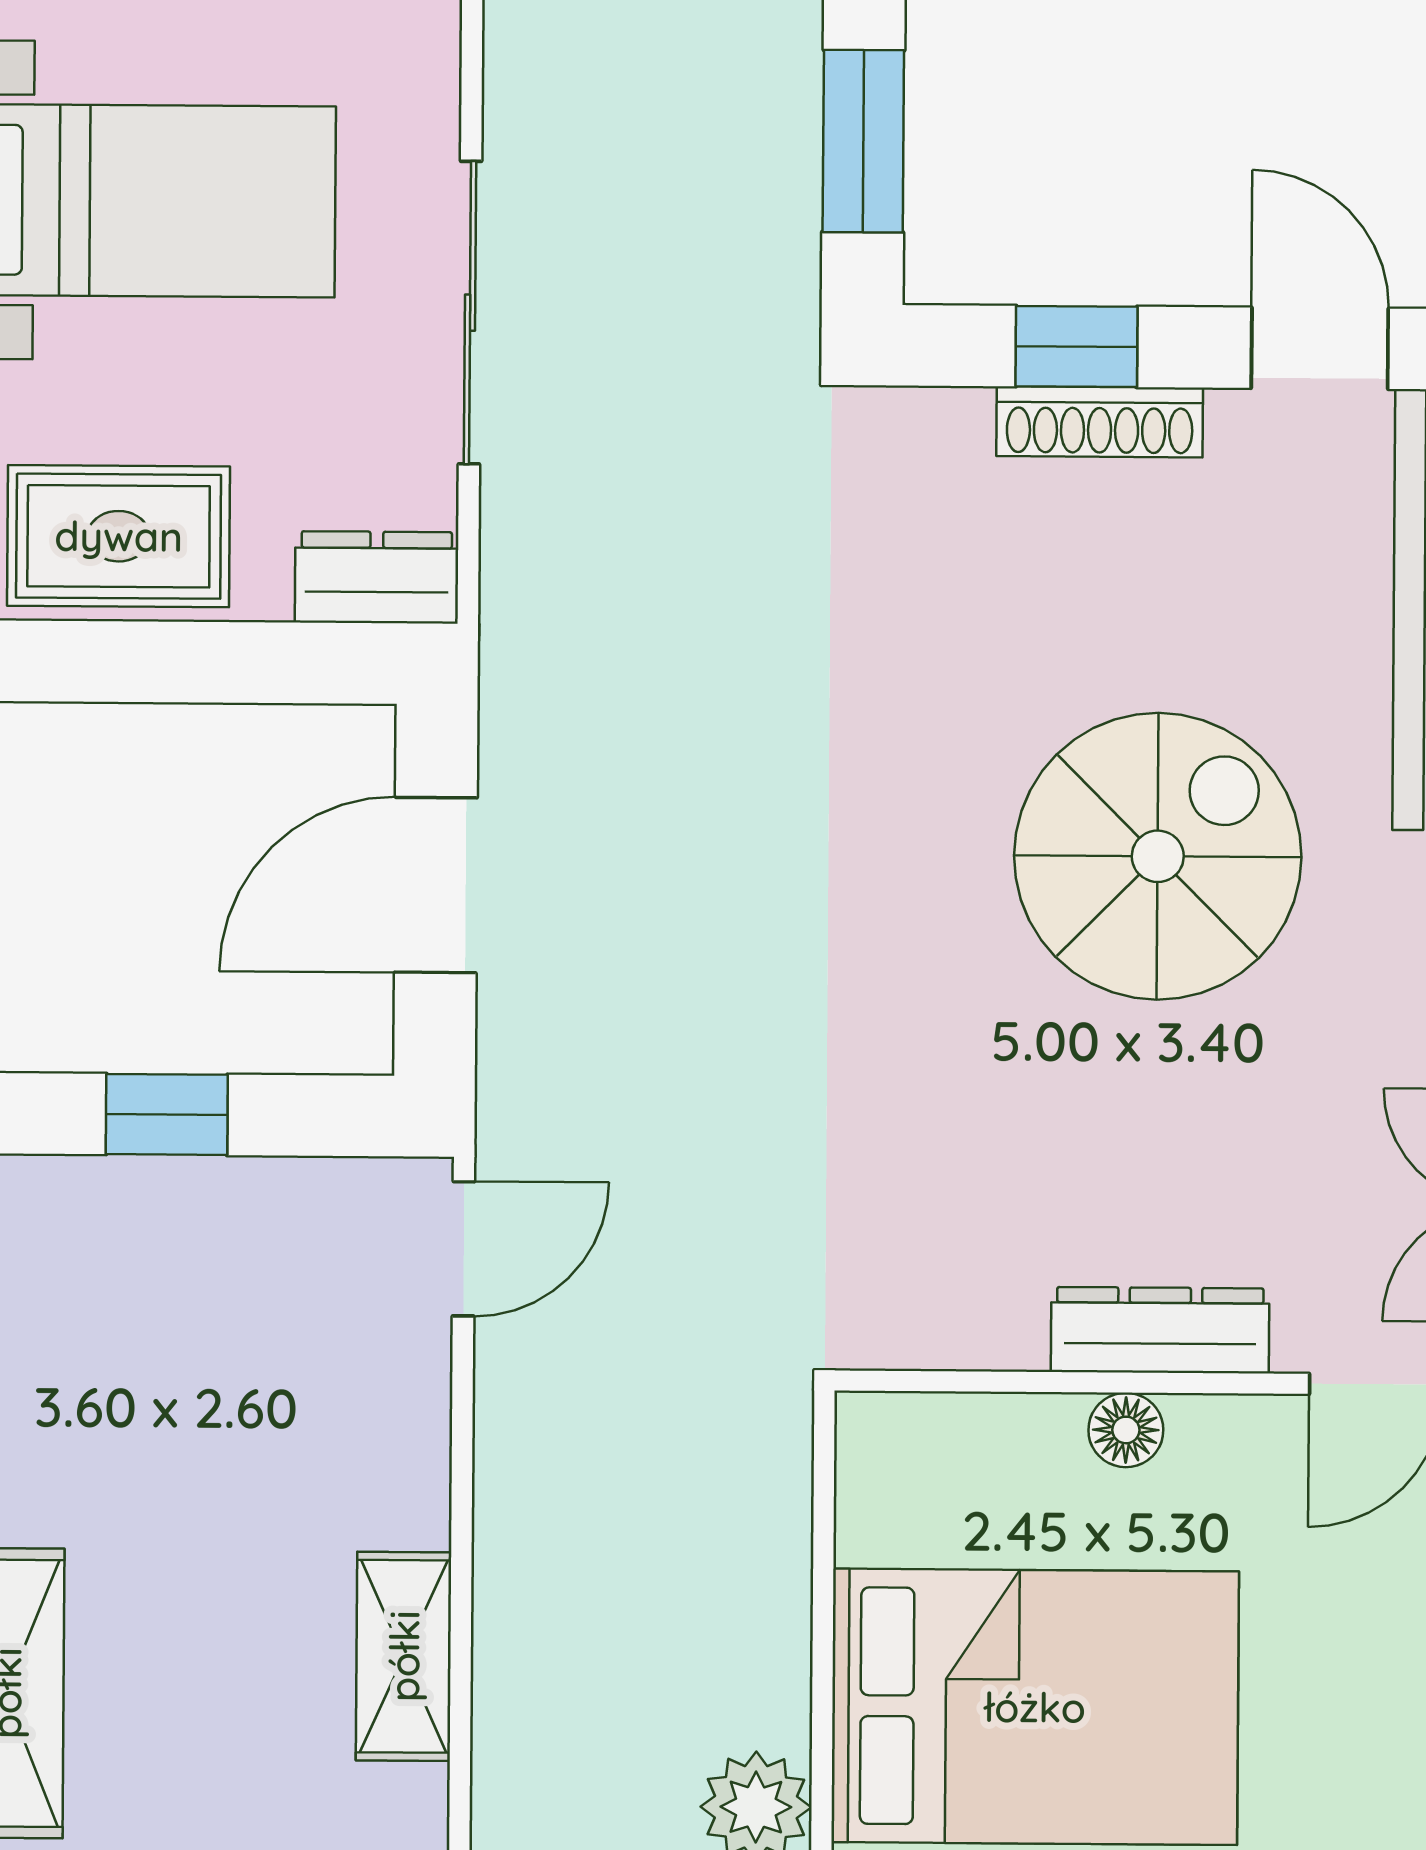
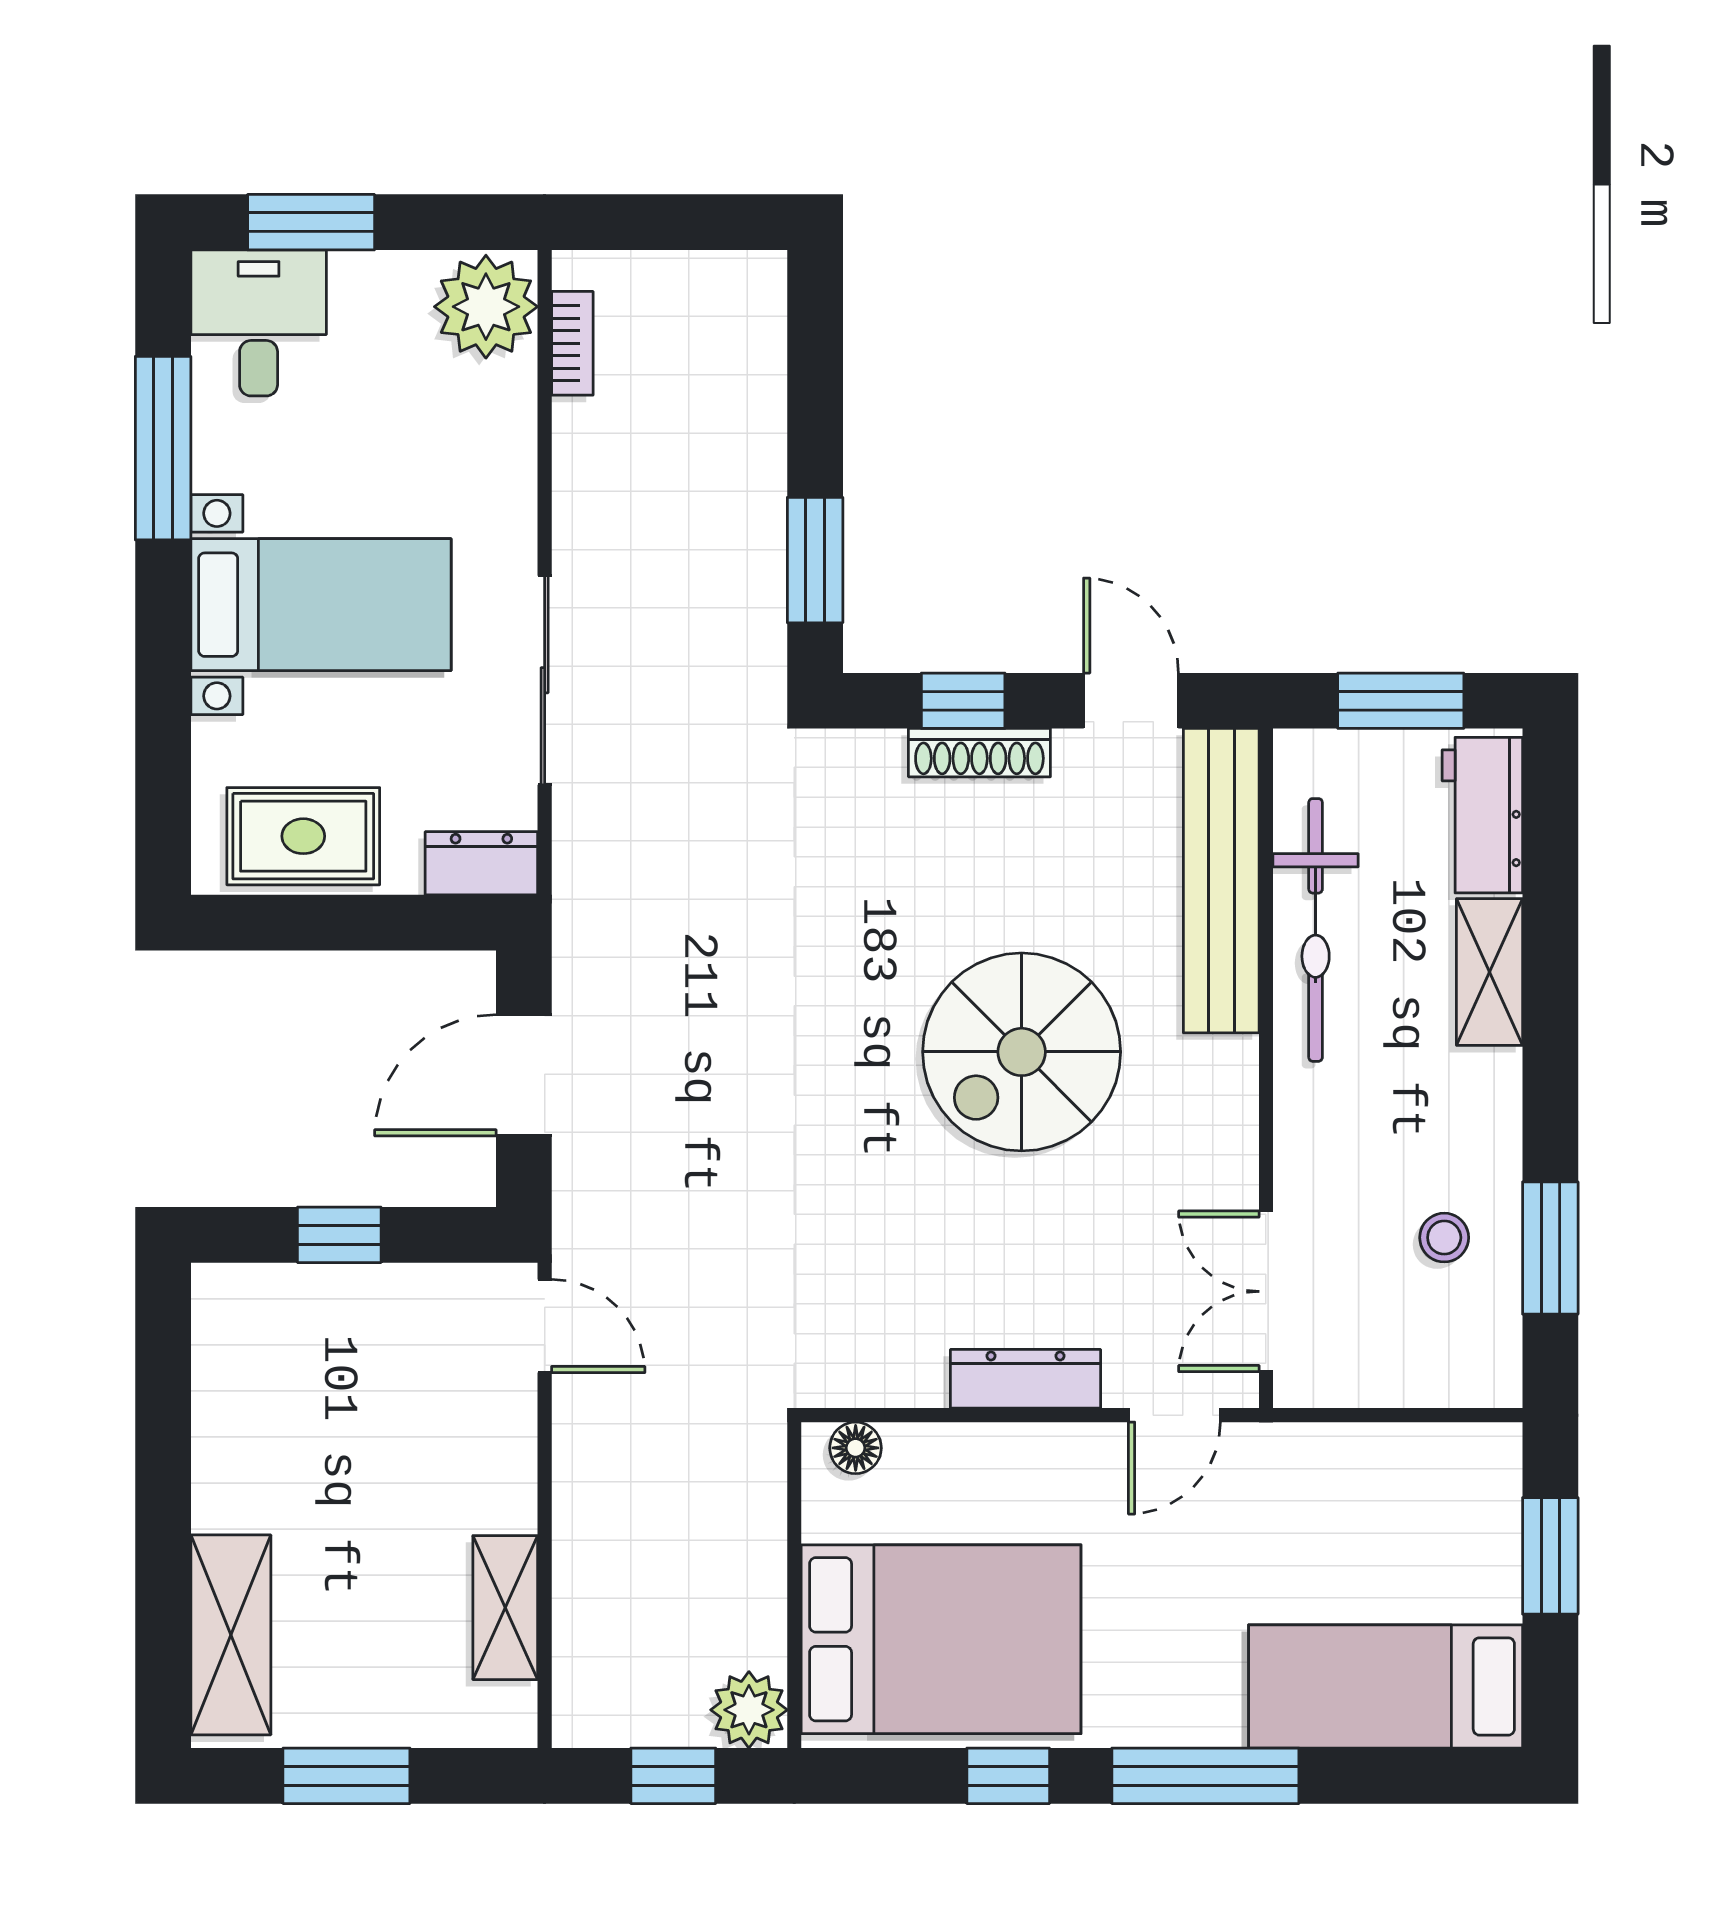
spiral stairs: (1158, 856) -> (1022, 1052), turned 180
door: (463, 1249) -> (545, 1326), hinge flipped
floor lamp: (1126, 1430) -> (856, 1448), moved

